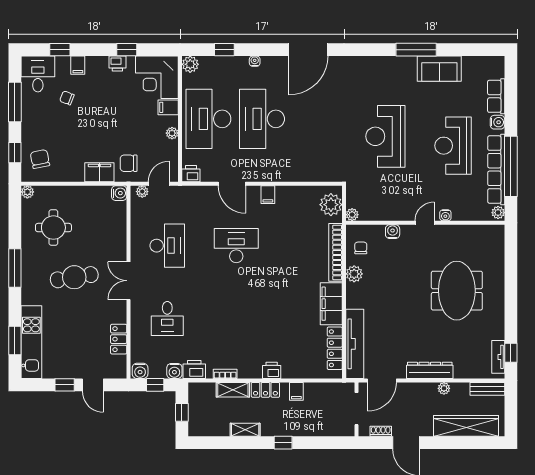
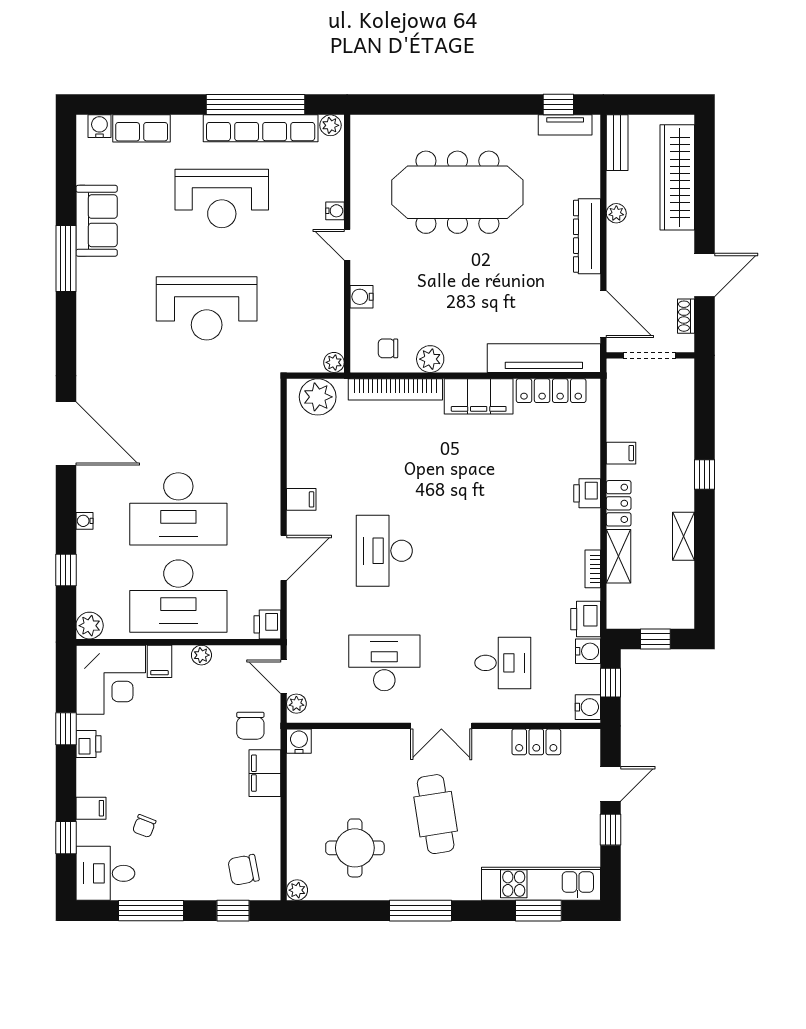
water cooler: (497, 122) -> (99, 126), moved
meeting table: (457, 291) -> (457, 192), width x1.36

